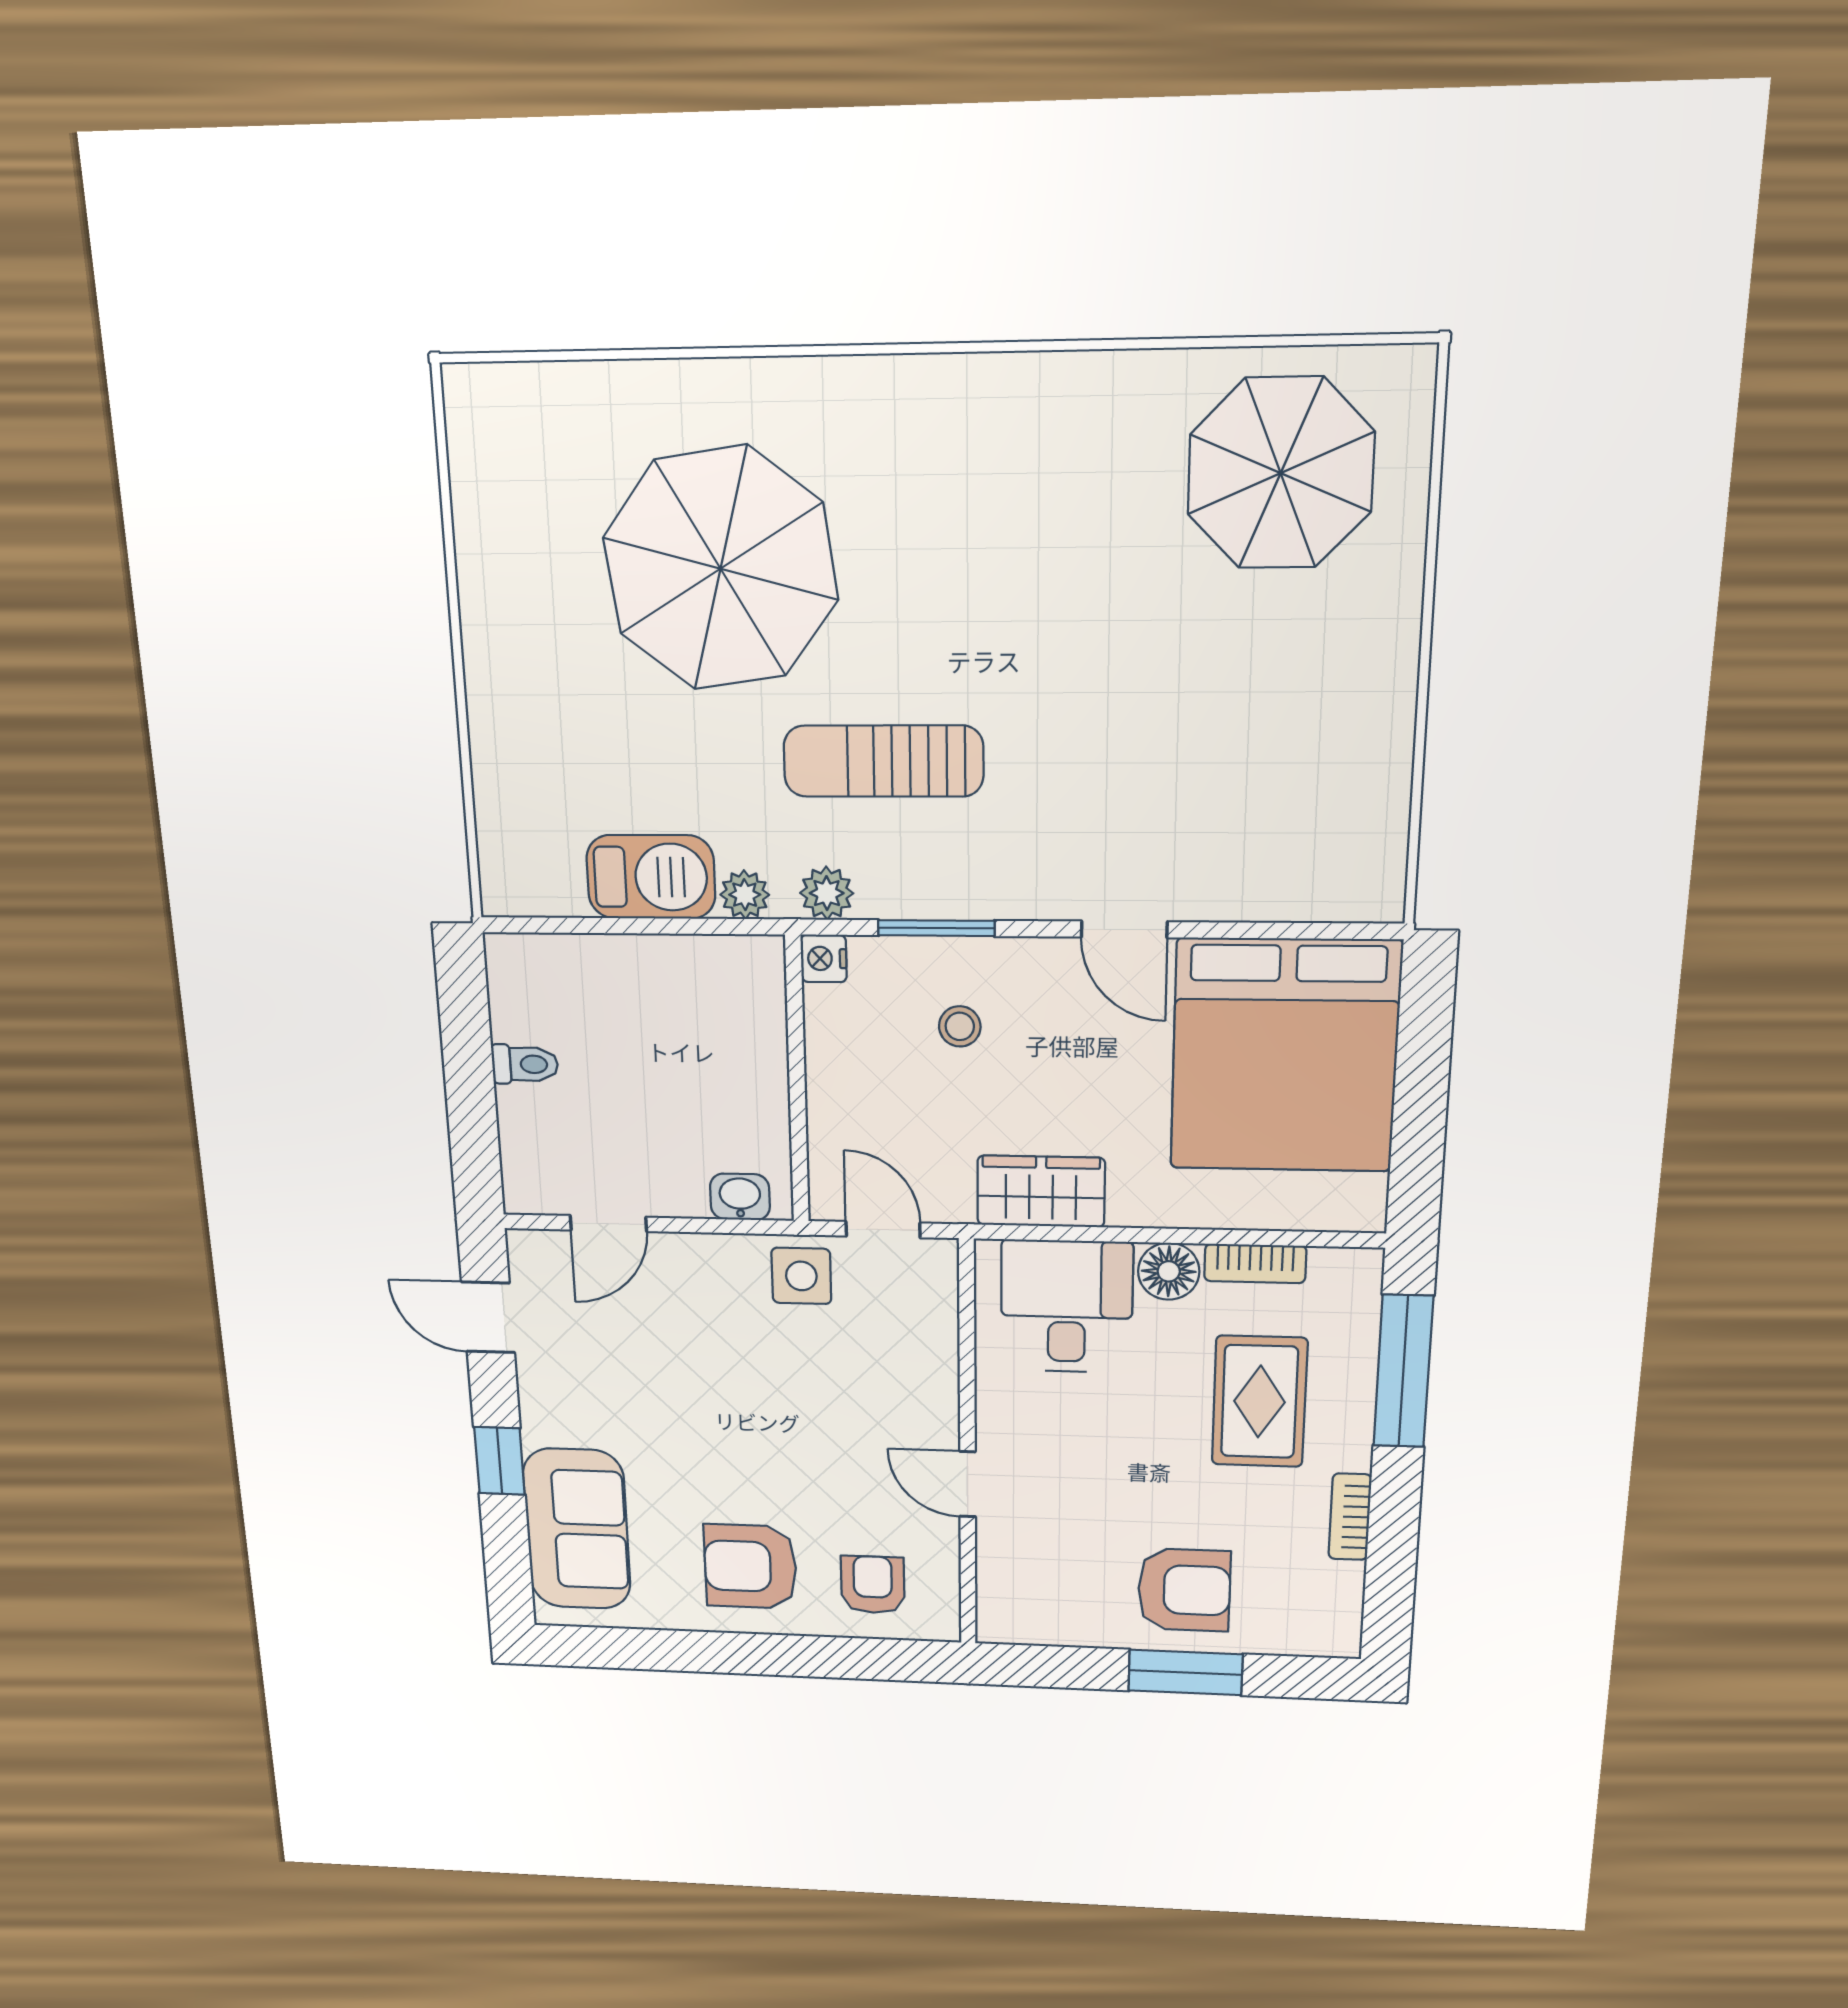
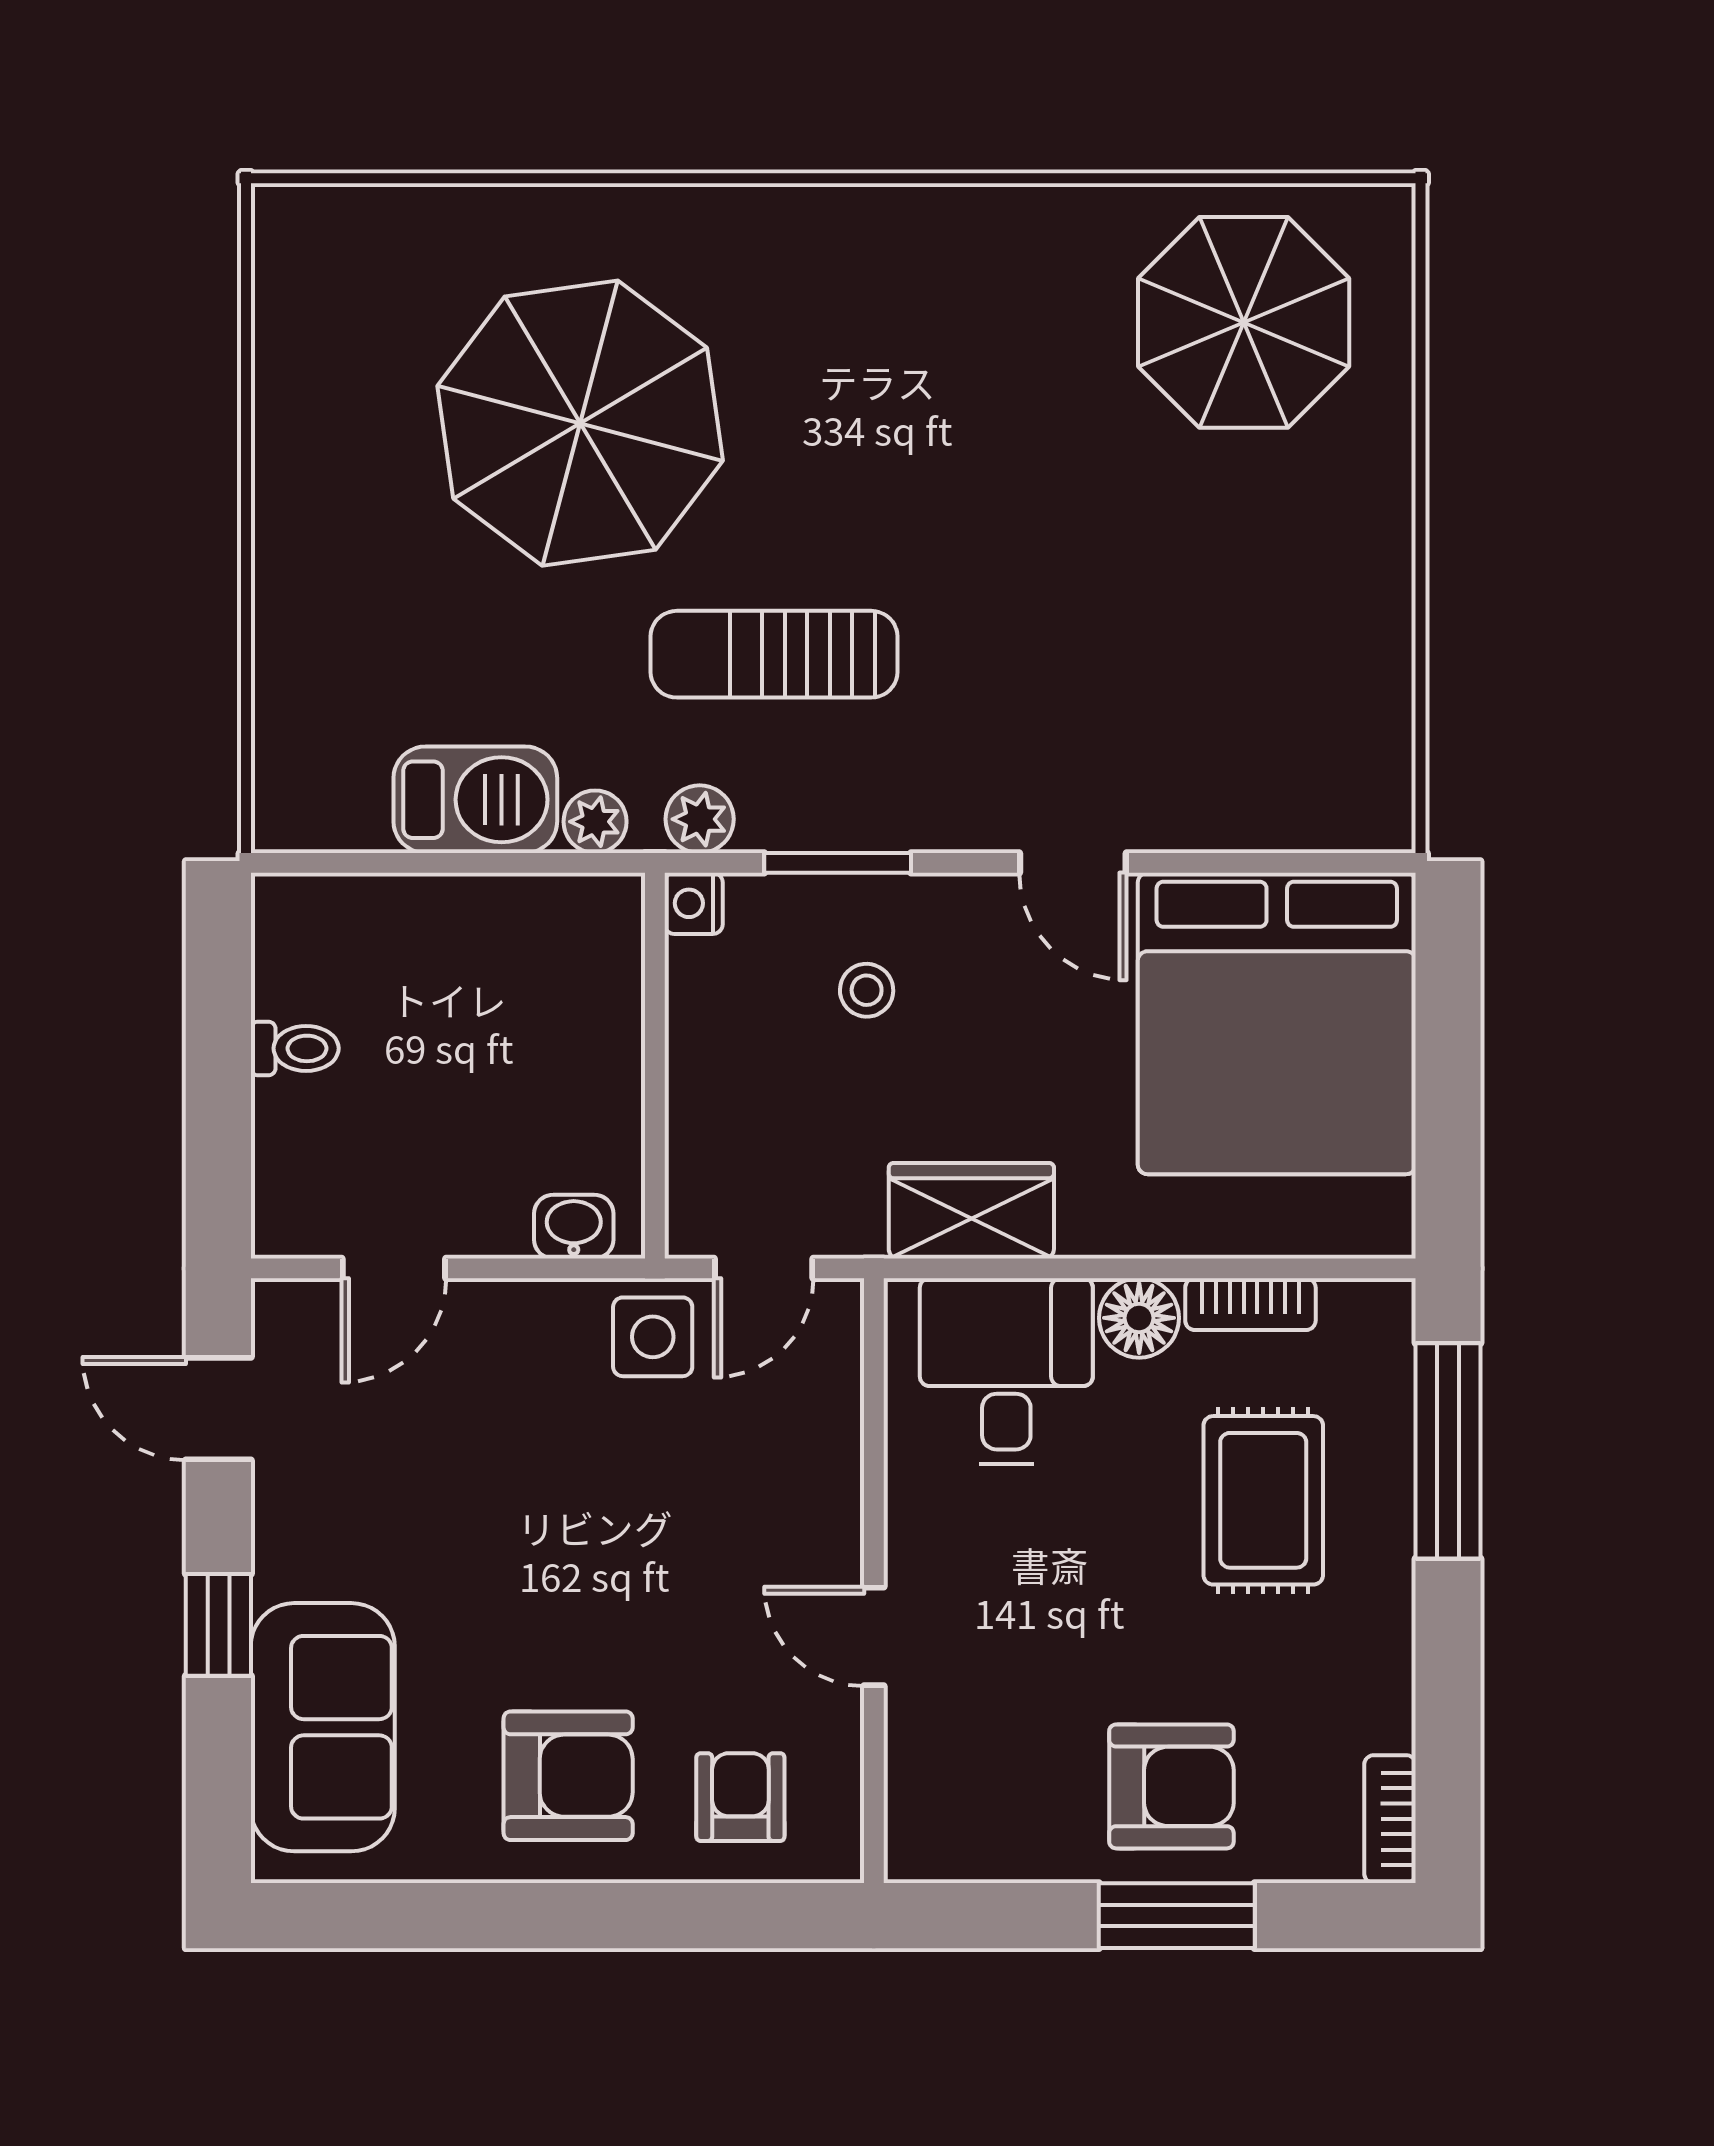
door: (883, 1230) -> (764, 1268), swing flipped
bookcase: (1350, 1517) -> (1390, 1819), moved
armchair: (750, 1566) -> (568, 1776), turned 180

